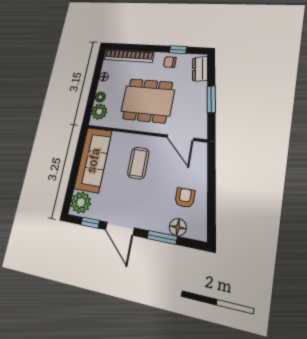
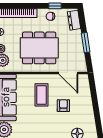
armchair: (185, 198) -> (63, 106), moved

